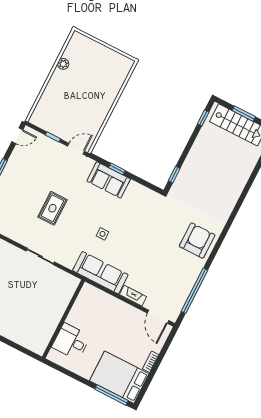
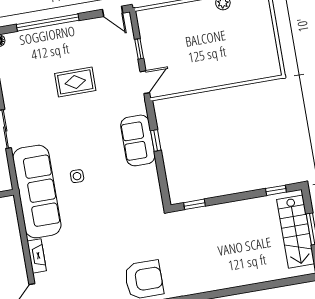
door: (76, 149) -> (145, 82), hinge flipped
rug: (52, 208) -> (75, 82), moved
sofa: (100, 273) -> (37, 192), width x1.36, depth x1.27

